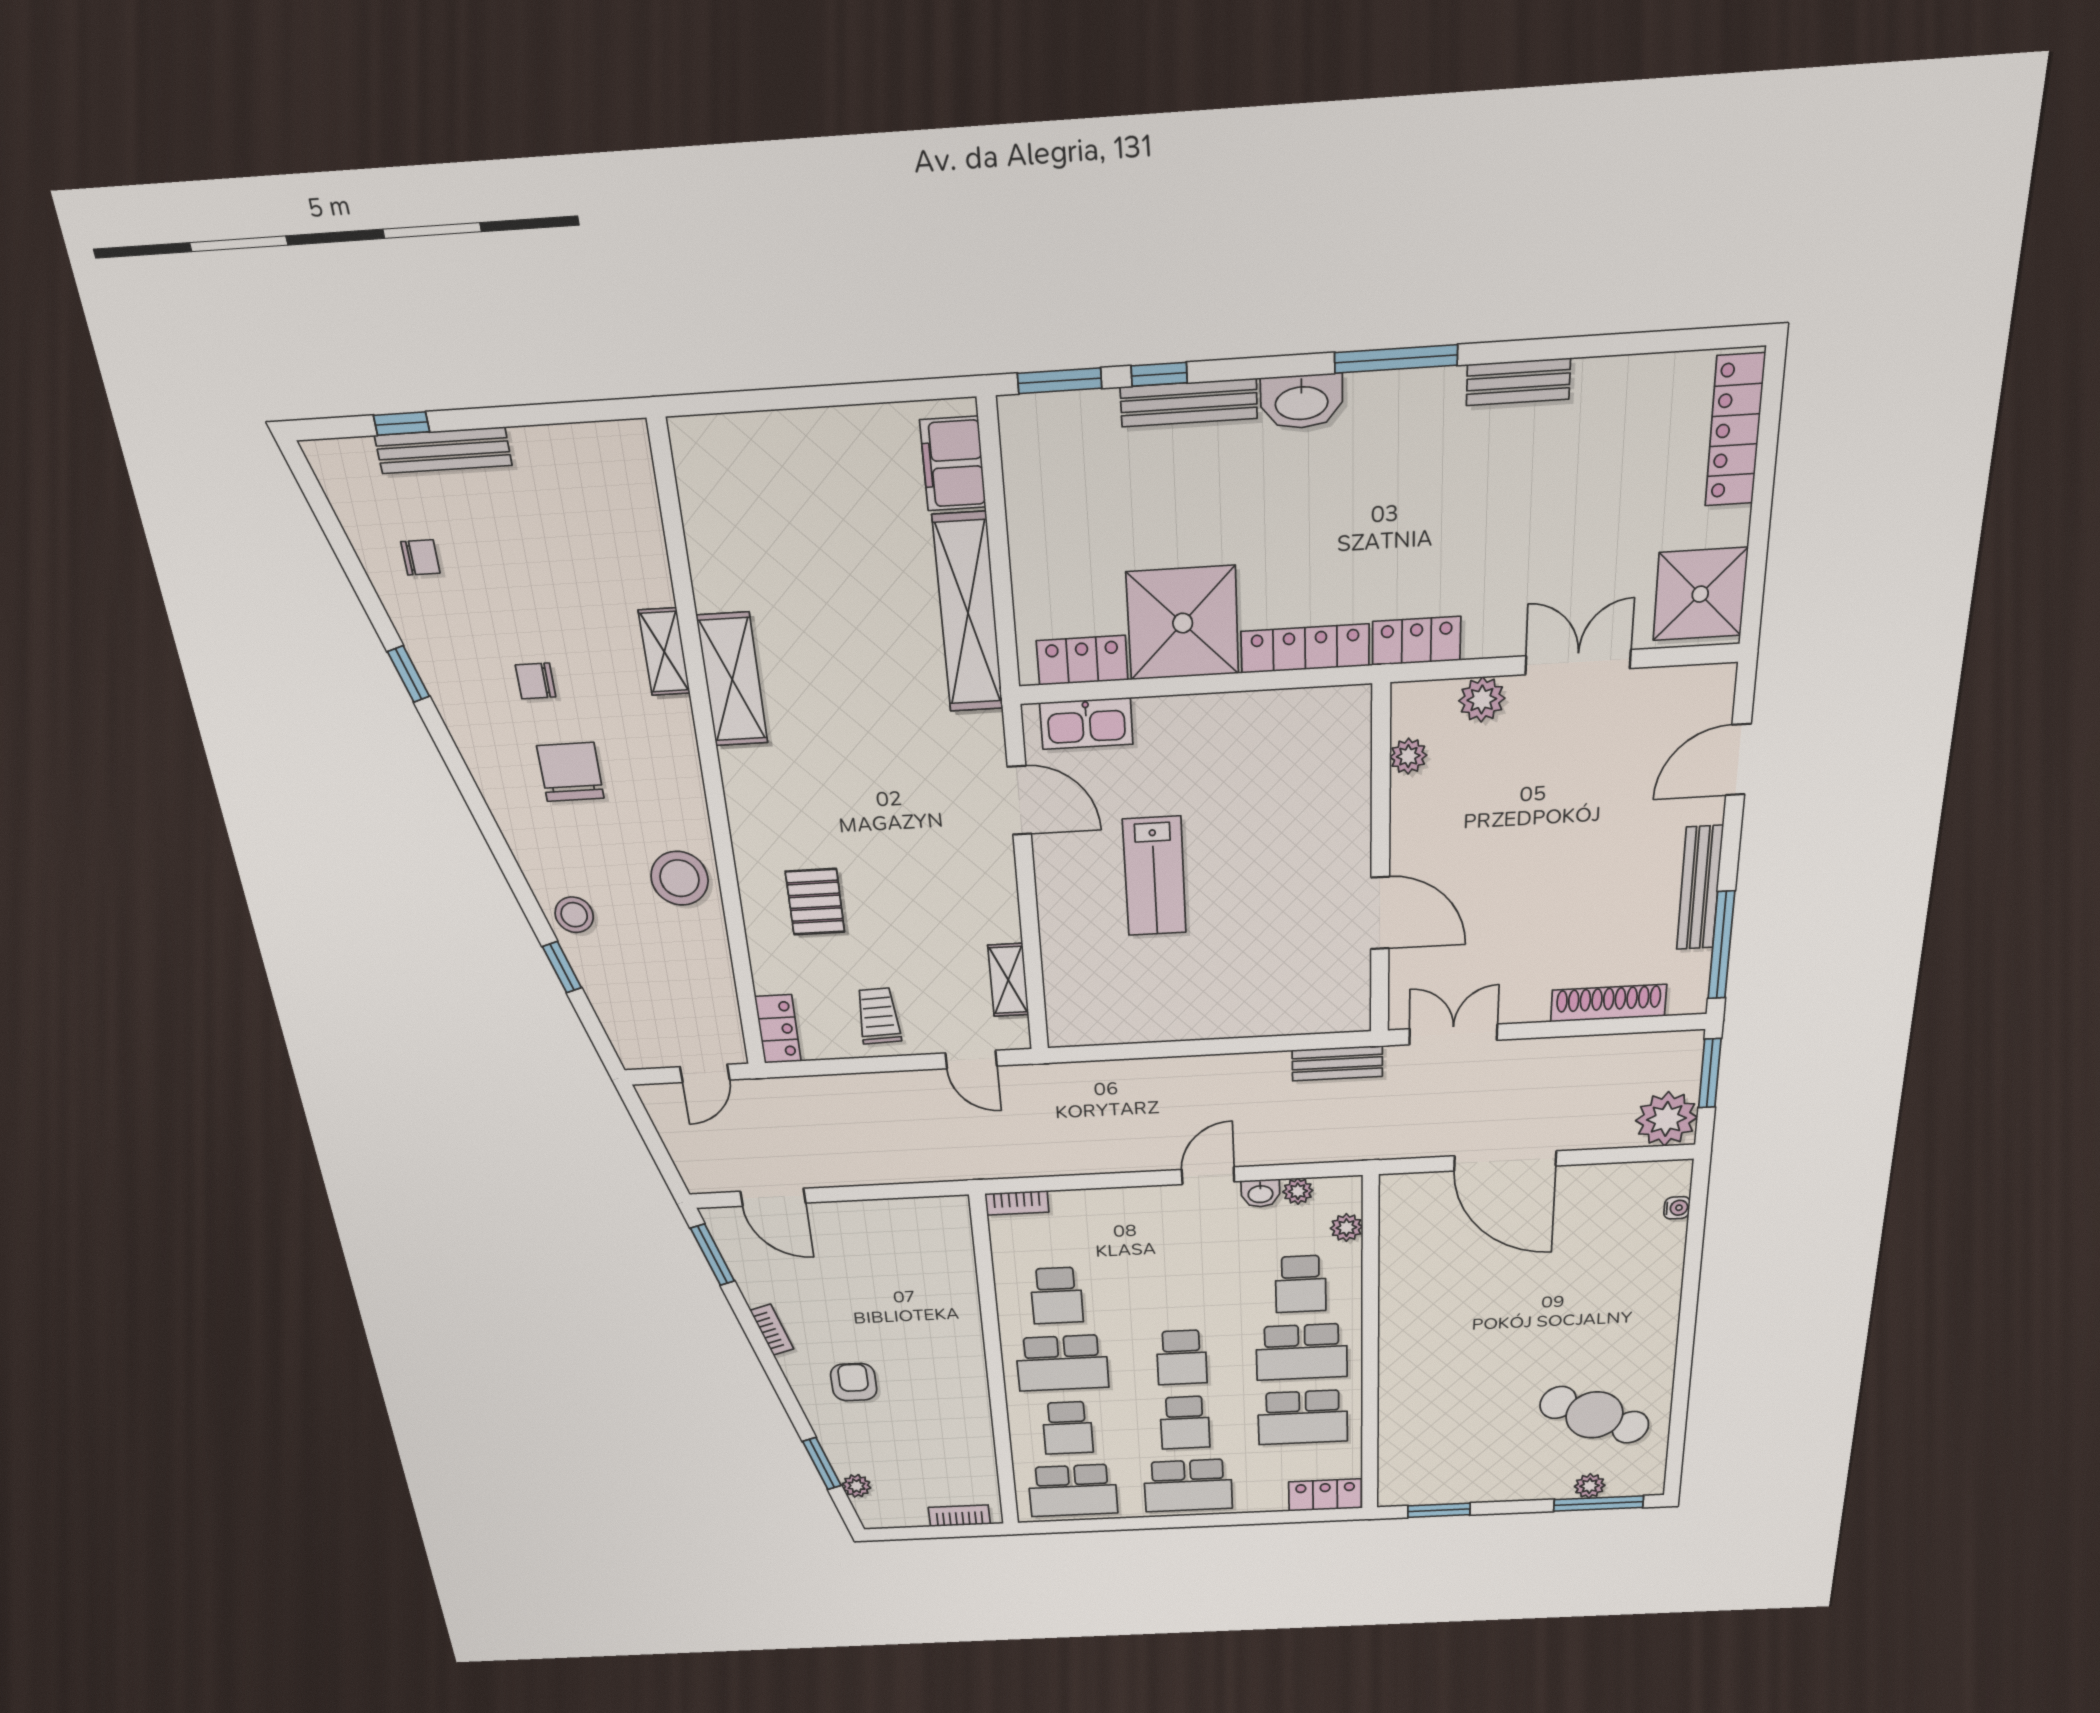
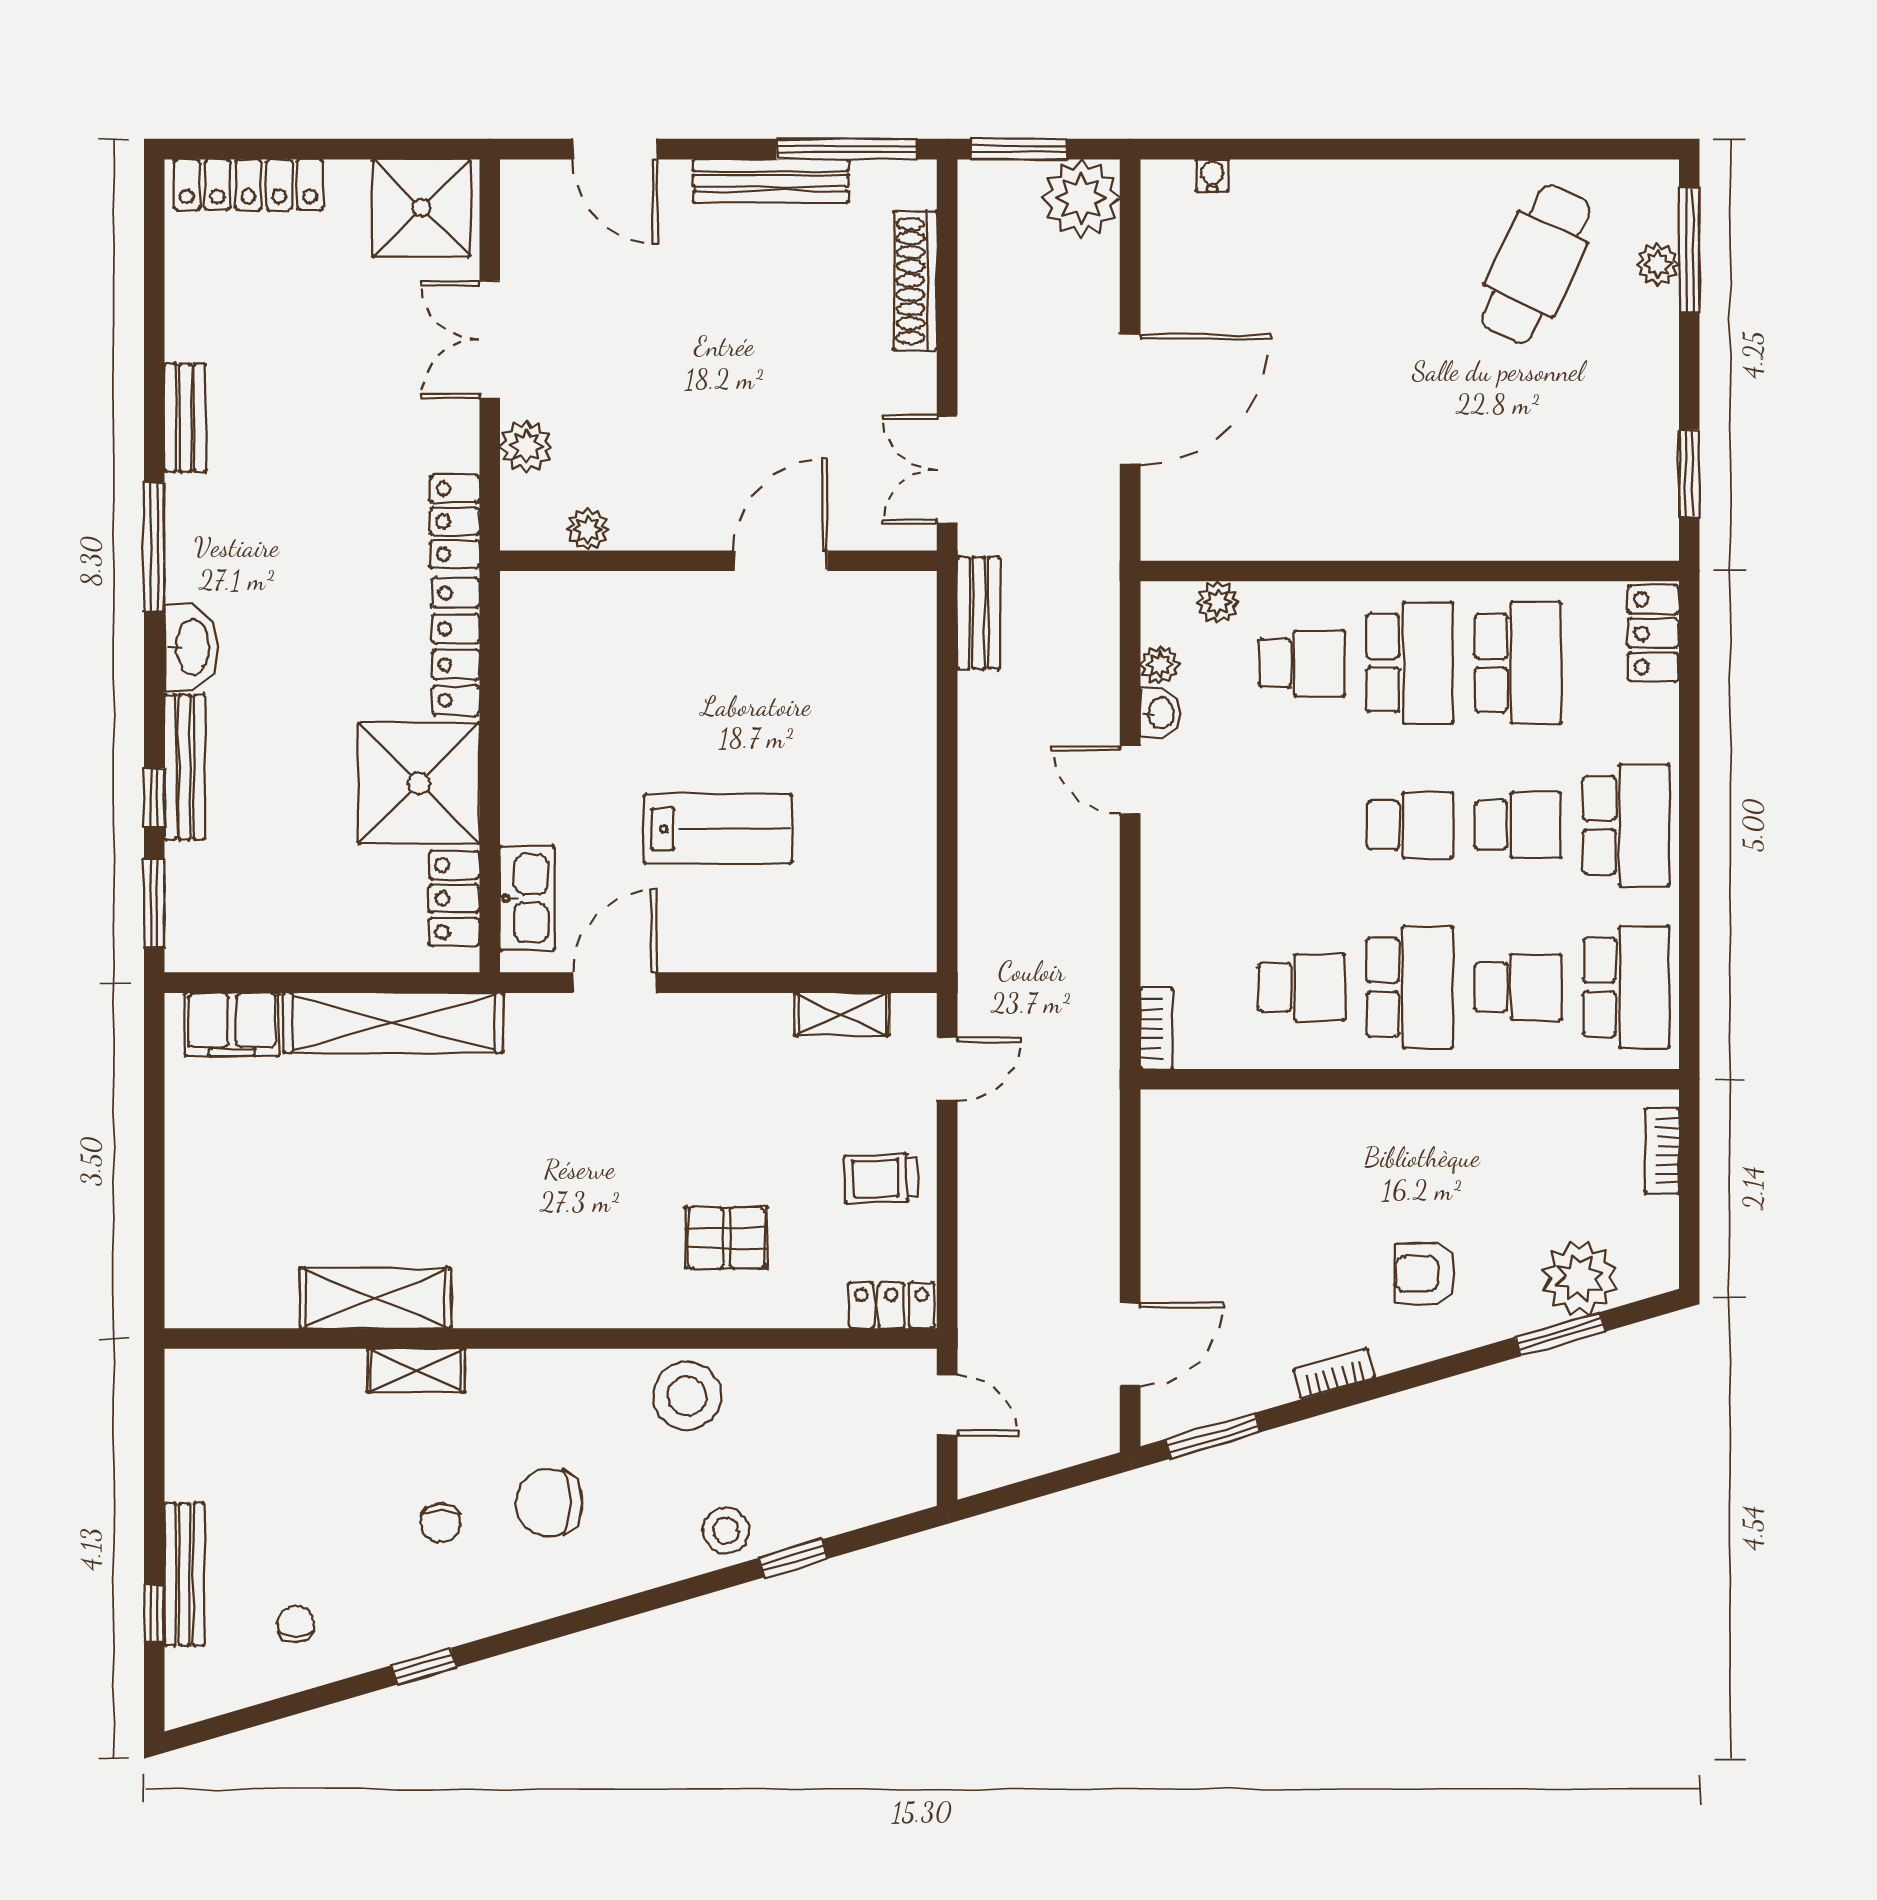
shelving: (732, 680) -> (375, 1298), moved
plant: (856, 1486) -> (1579, 1278), width x1.87, depth x1.87

